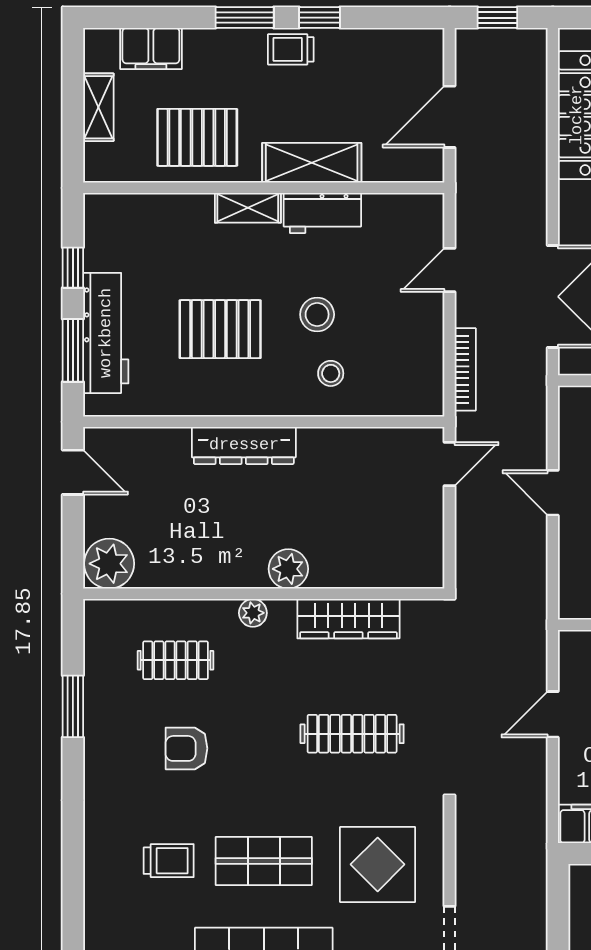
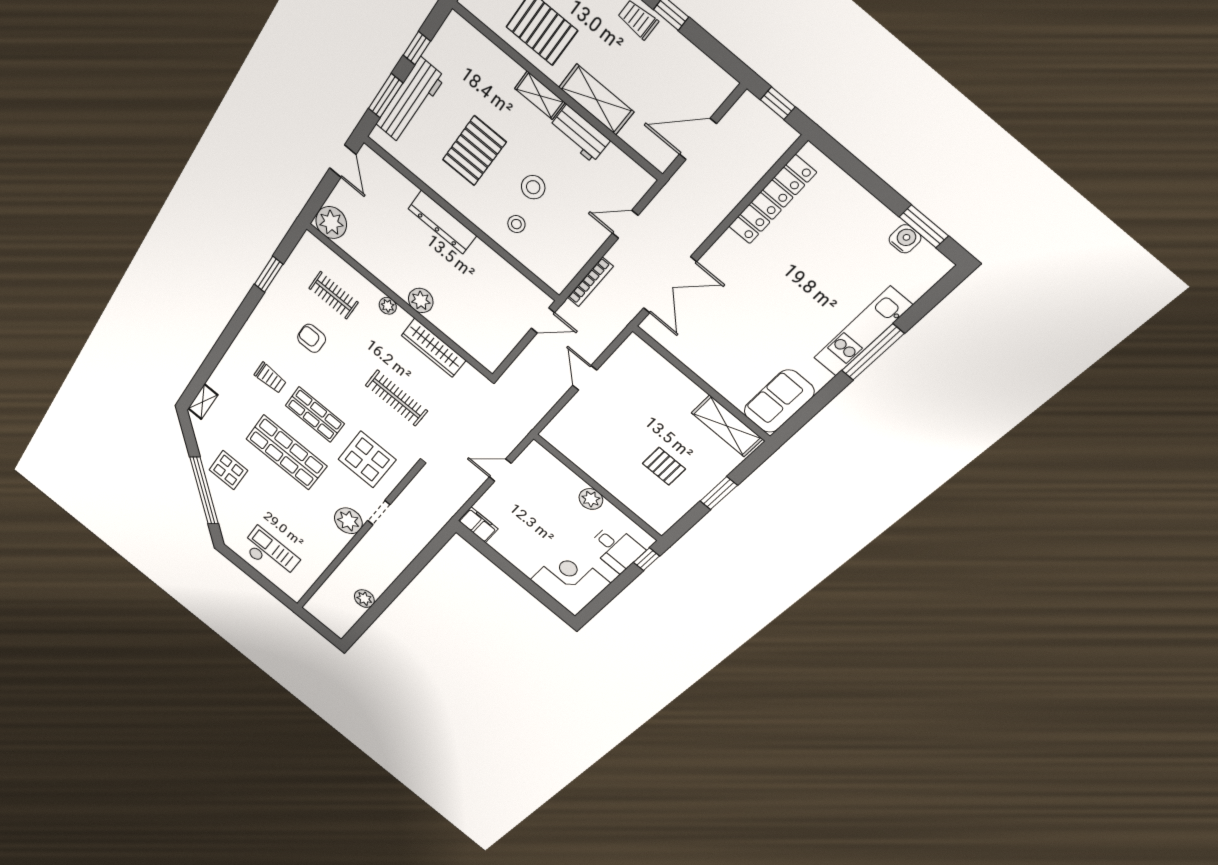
pallet: (220, 329) -> (474, 151), turned 90

